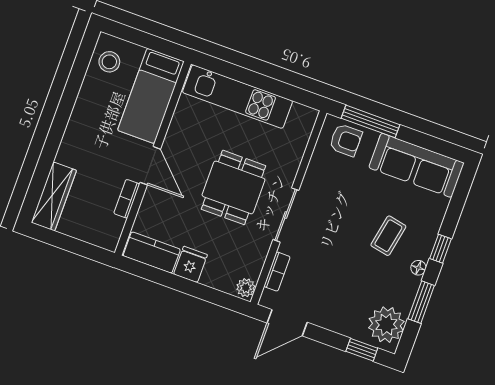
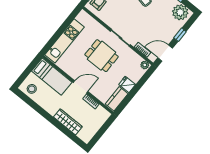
wardrobe: (54, 196) -> (68, 122), moved
door: (287, 323) -> (165, 53), swing flipped
window: (362, 350) -> (180, 35), moved

